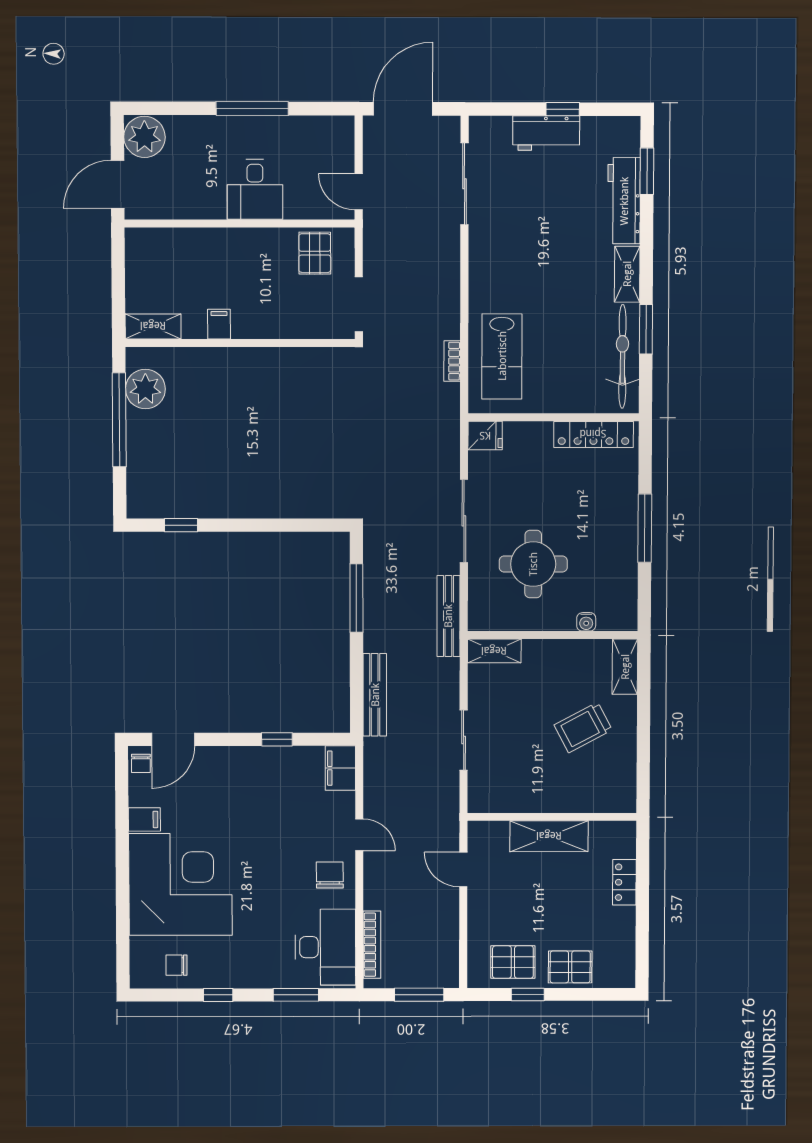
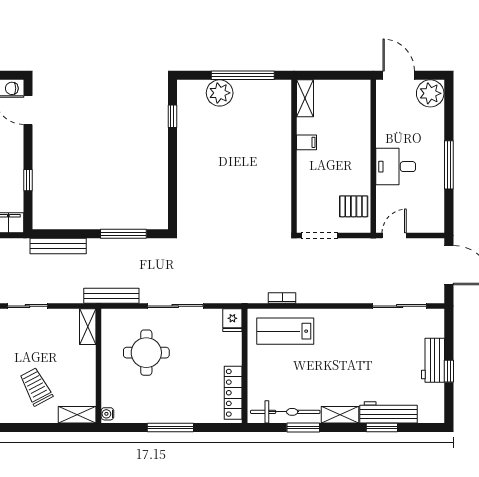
window: (647, 171) -> (382, 428), moved
plant: (145, 389) -> (220, 93), moved
water cooler: (586, 622) -> (107, 414), moved

